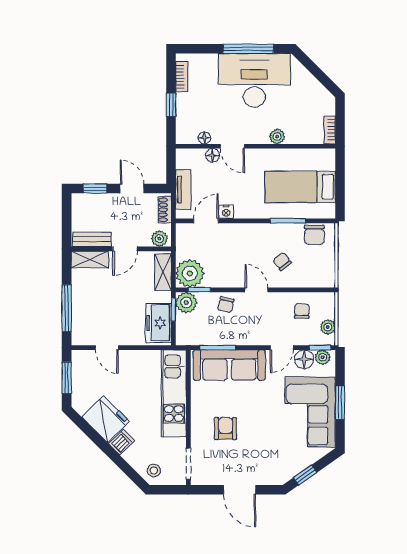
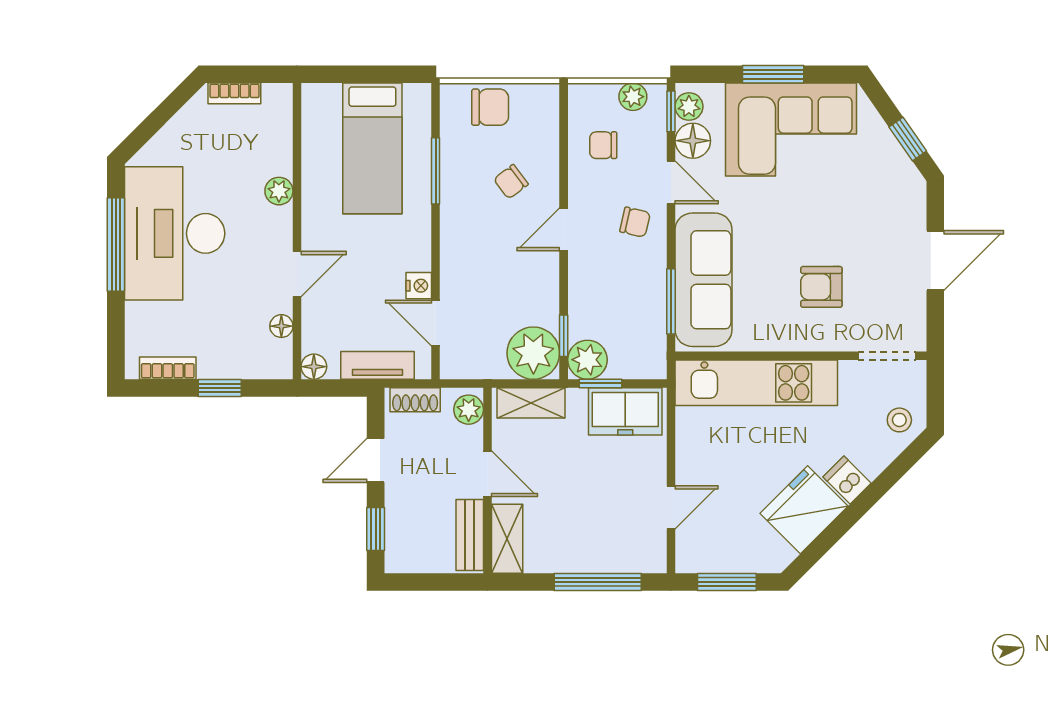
bookcase: (330, 130) -> (234, 93), moved
floor lamp: (213, 155) -> (314, 367), moved
chair: (314, 235) -> (490, 107), moved
chair: (226, 305) -> (635, 222), moved

